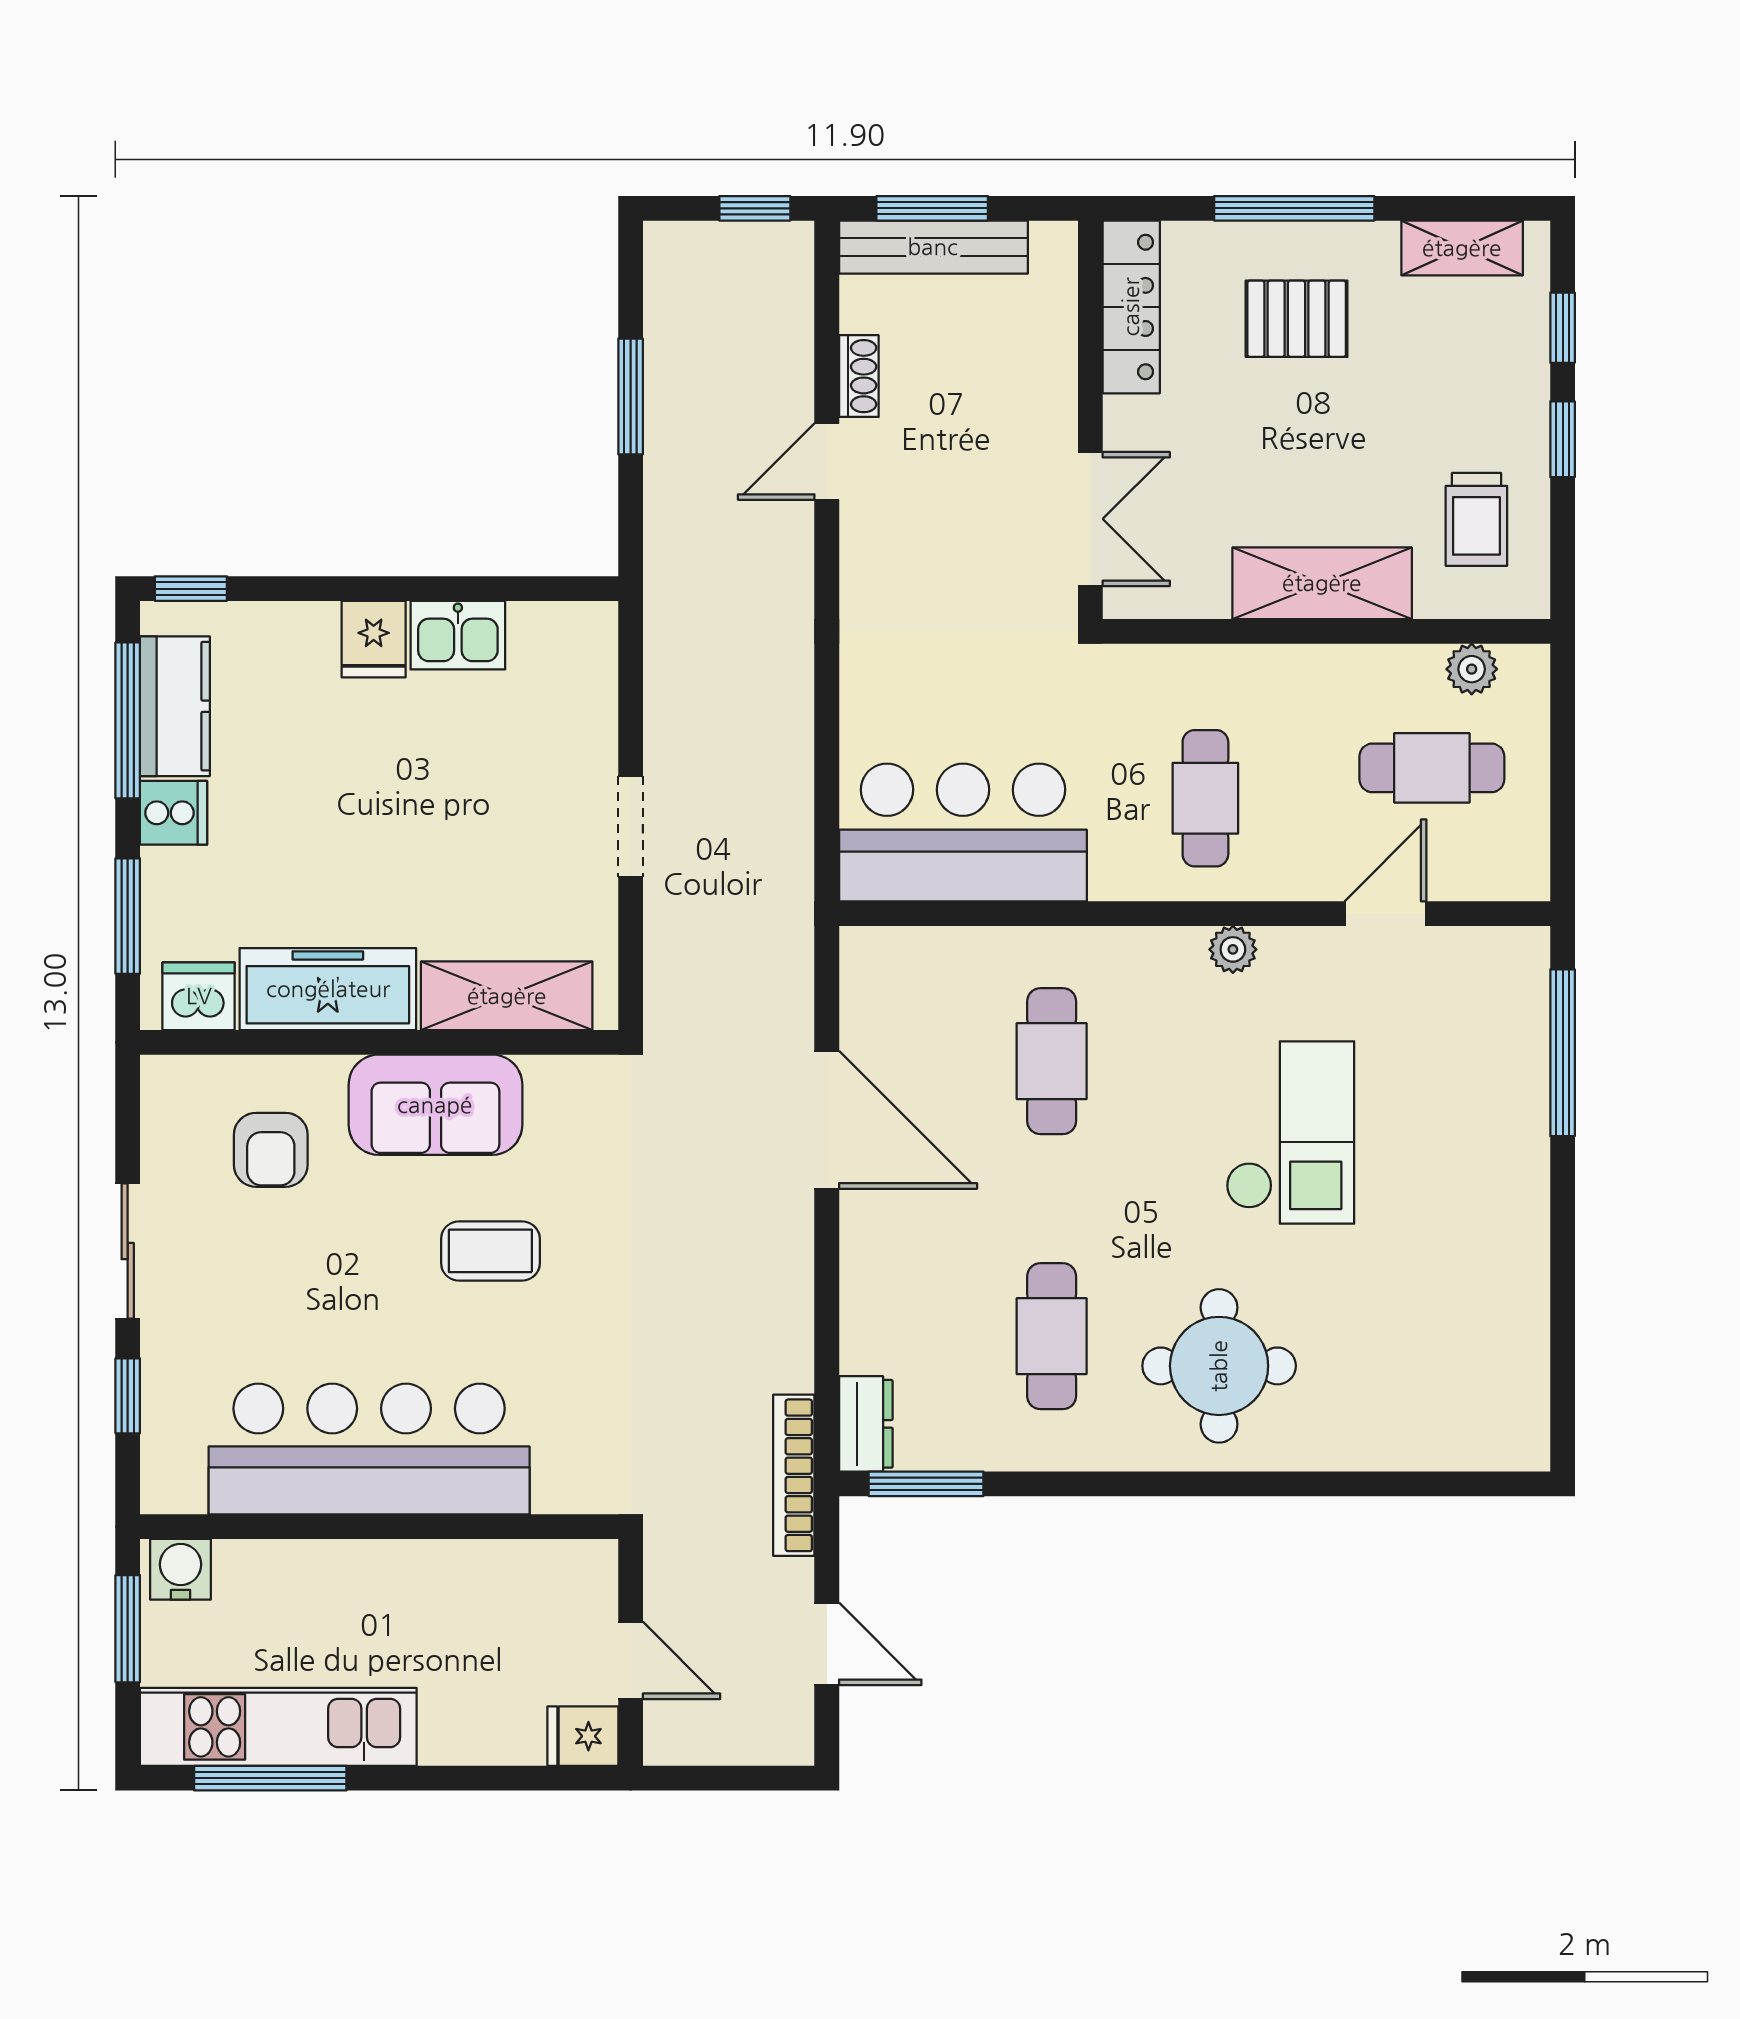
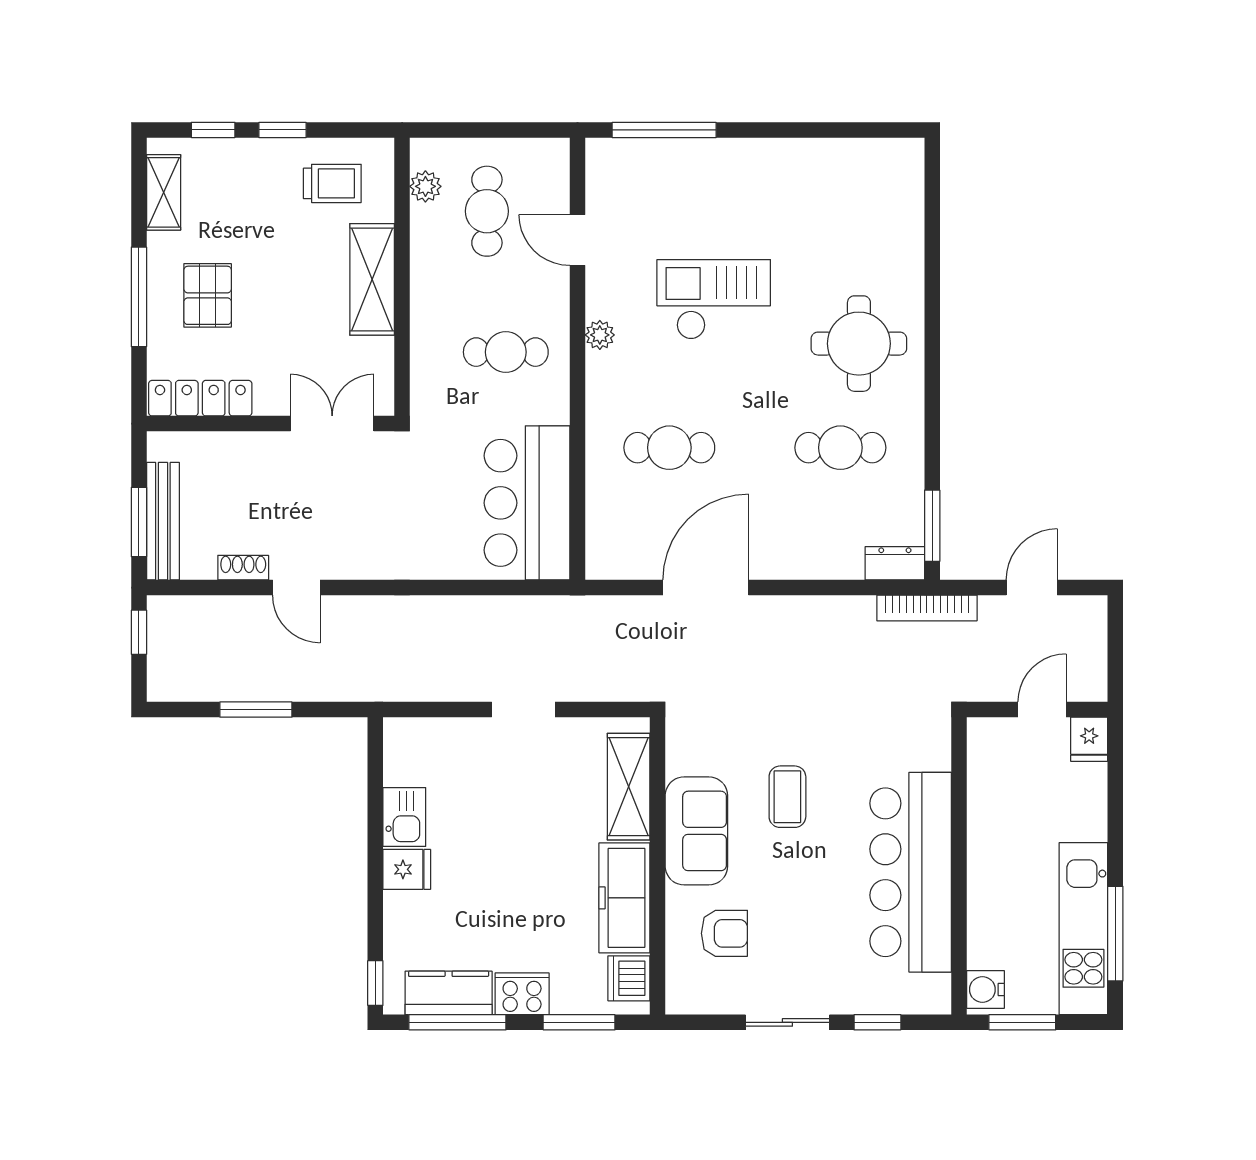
cooker: (174, 813) -> (522, 994), width x1.36

